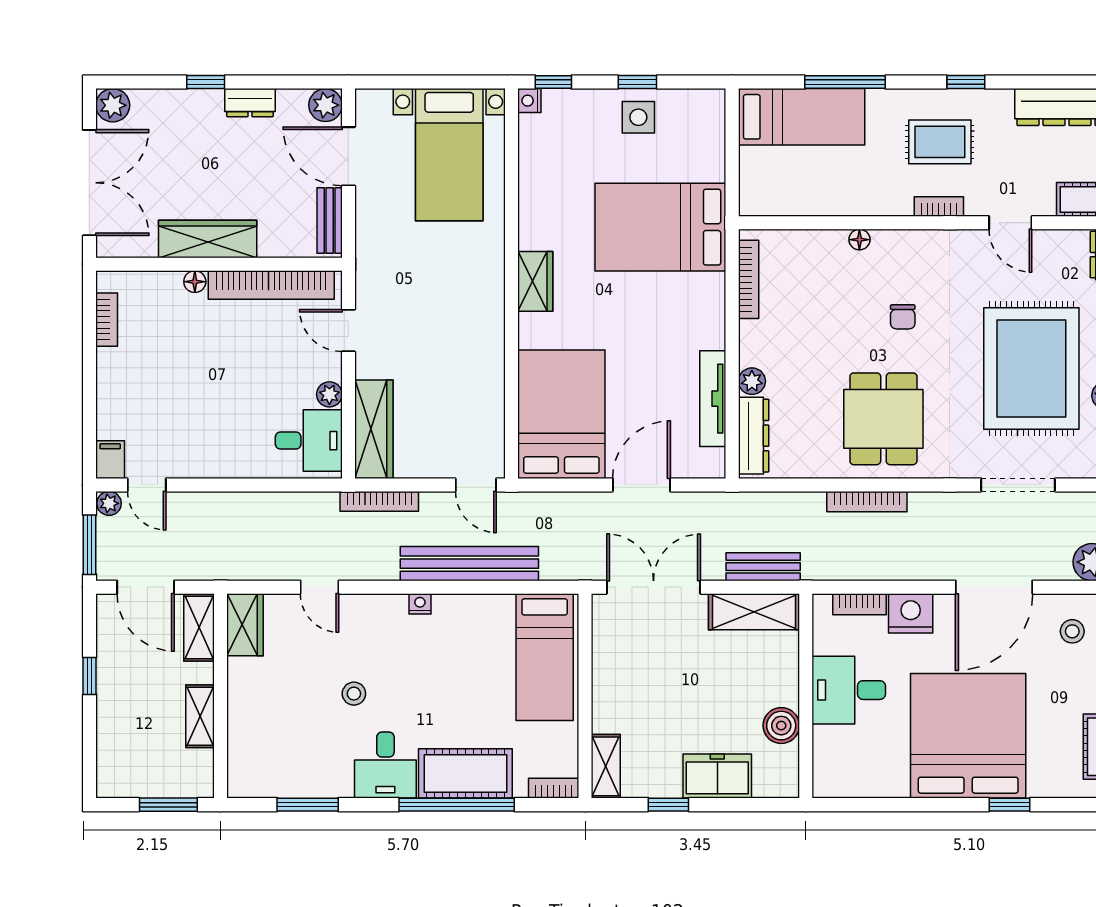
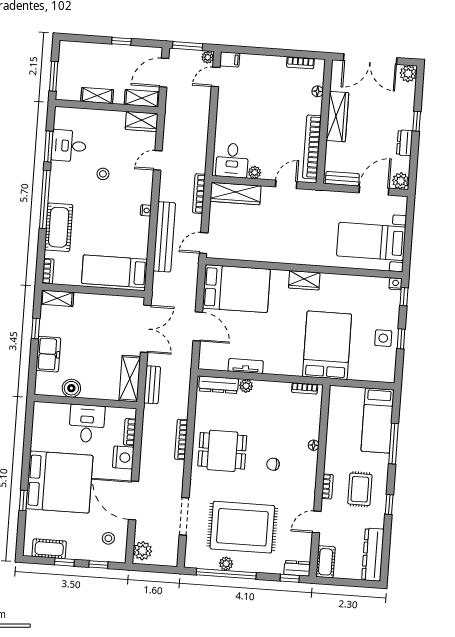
bookcase: (749, 279) -> (305, 388), width x0.64
floor lamp: (195, 282) -> (318, 91), moved
tv unit: (713, 399) -> (246, 366), width x0.71
desk: (385, 765) -> (69, 146), moved
window: (457, 805) -> (45, 199), moved

